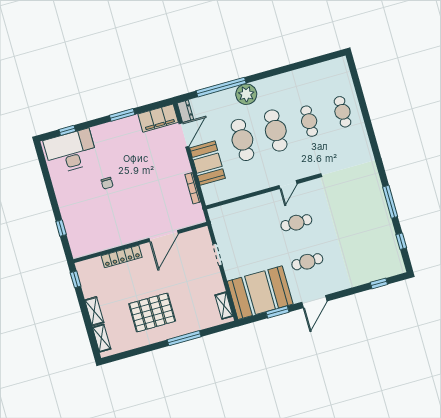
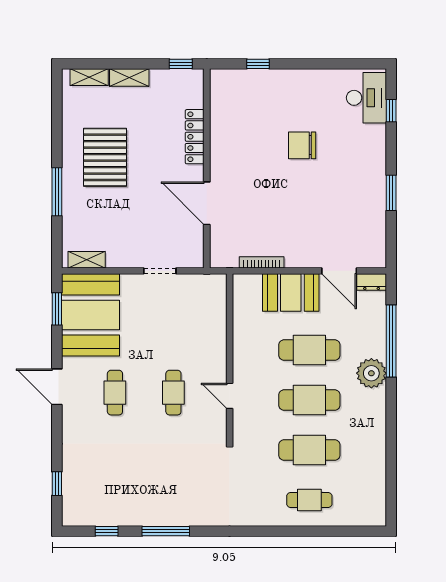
filing cabinet: (158, 118) -> (373, 242), removed
cafe table: (309, 121) -> (309, 450), width x1.37, depth x1.35
desk: (71, 151) -> (366, 98), width x0.73, depth x0.77
chair: (107, 183) -> (302, 145), width x1.87, depth x1.87
window: (278, 312) -> (57, 309), moved

